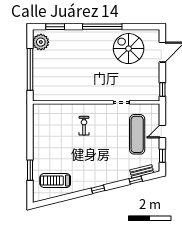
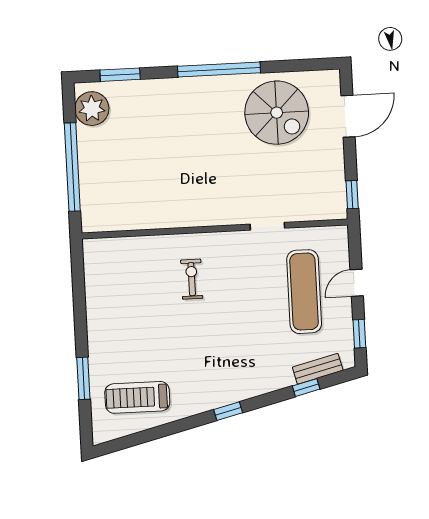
spiral stairs: (129, 49) -> (277, 113), turned 180

